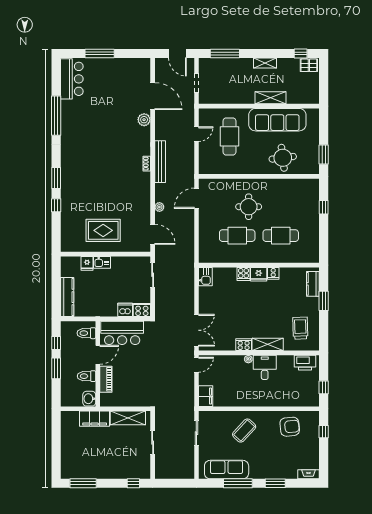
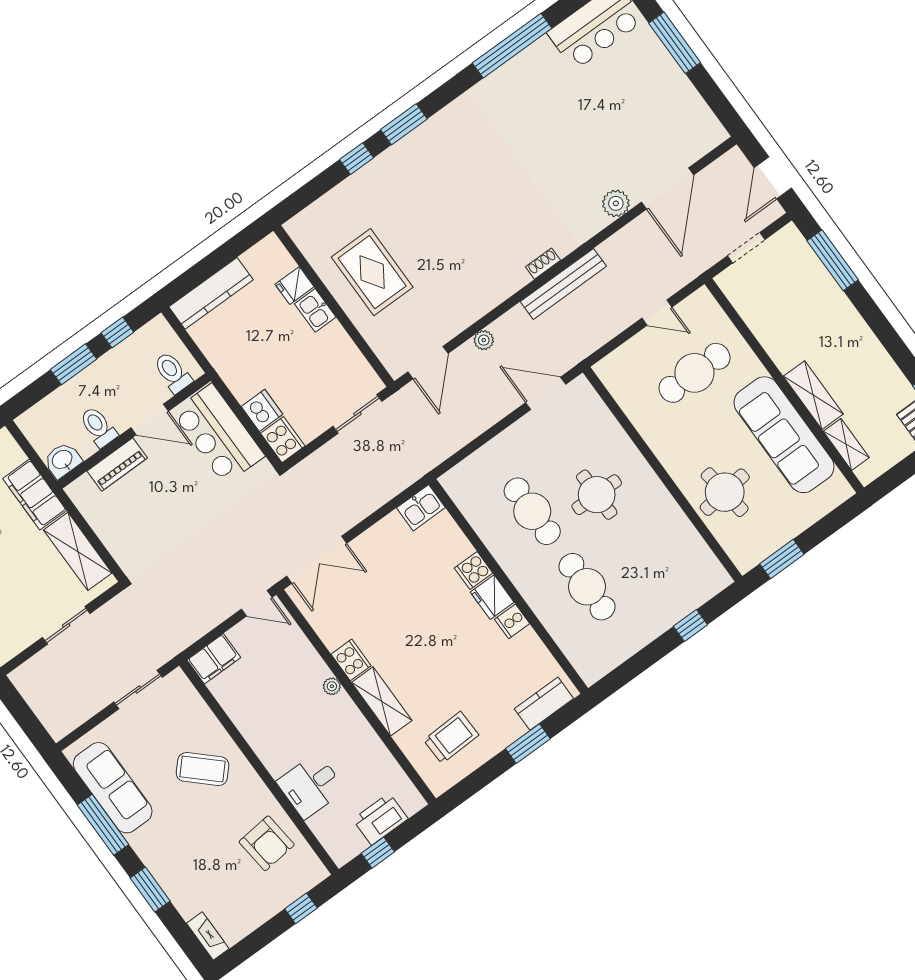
shelving: (265, 63) -> (846, 444), moved
printer: (305, 363) -> (380, 819), moved, turned 90
desk: (265, 367) -> (311, 786), moved, turned 180

